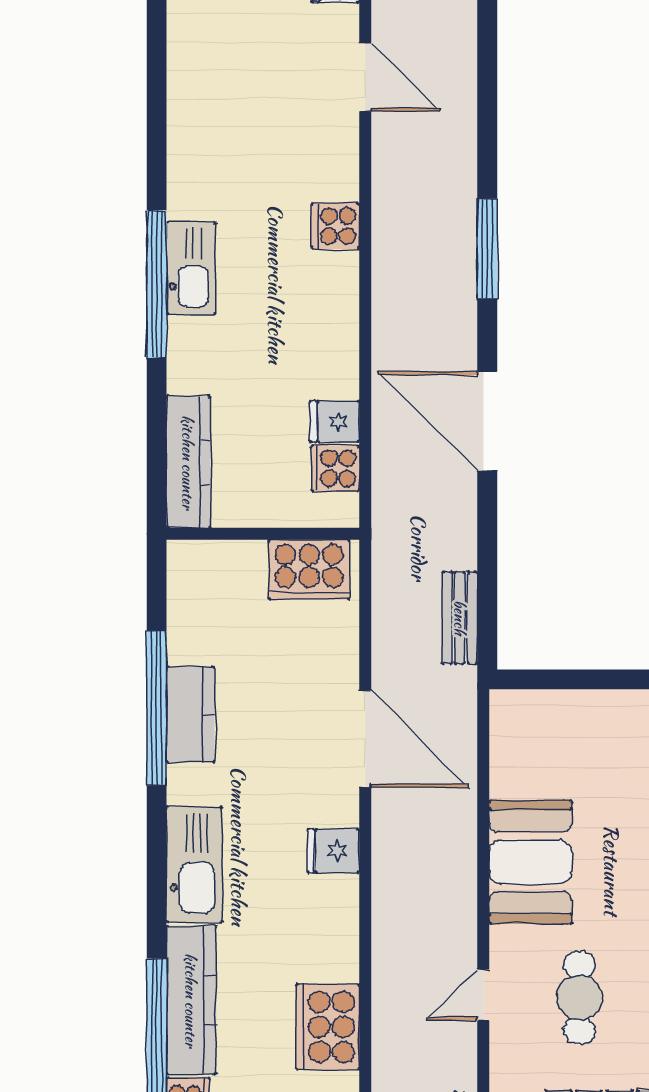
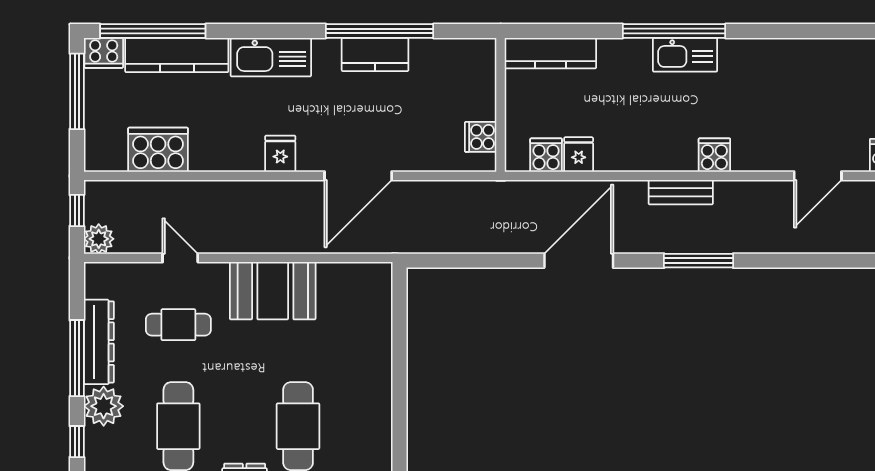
cooker: (309, 570) -> (481, 137), width x0.53, depth x0.76
bench: (460, 618) -> (681, 192), moved

